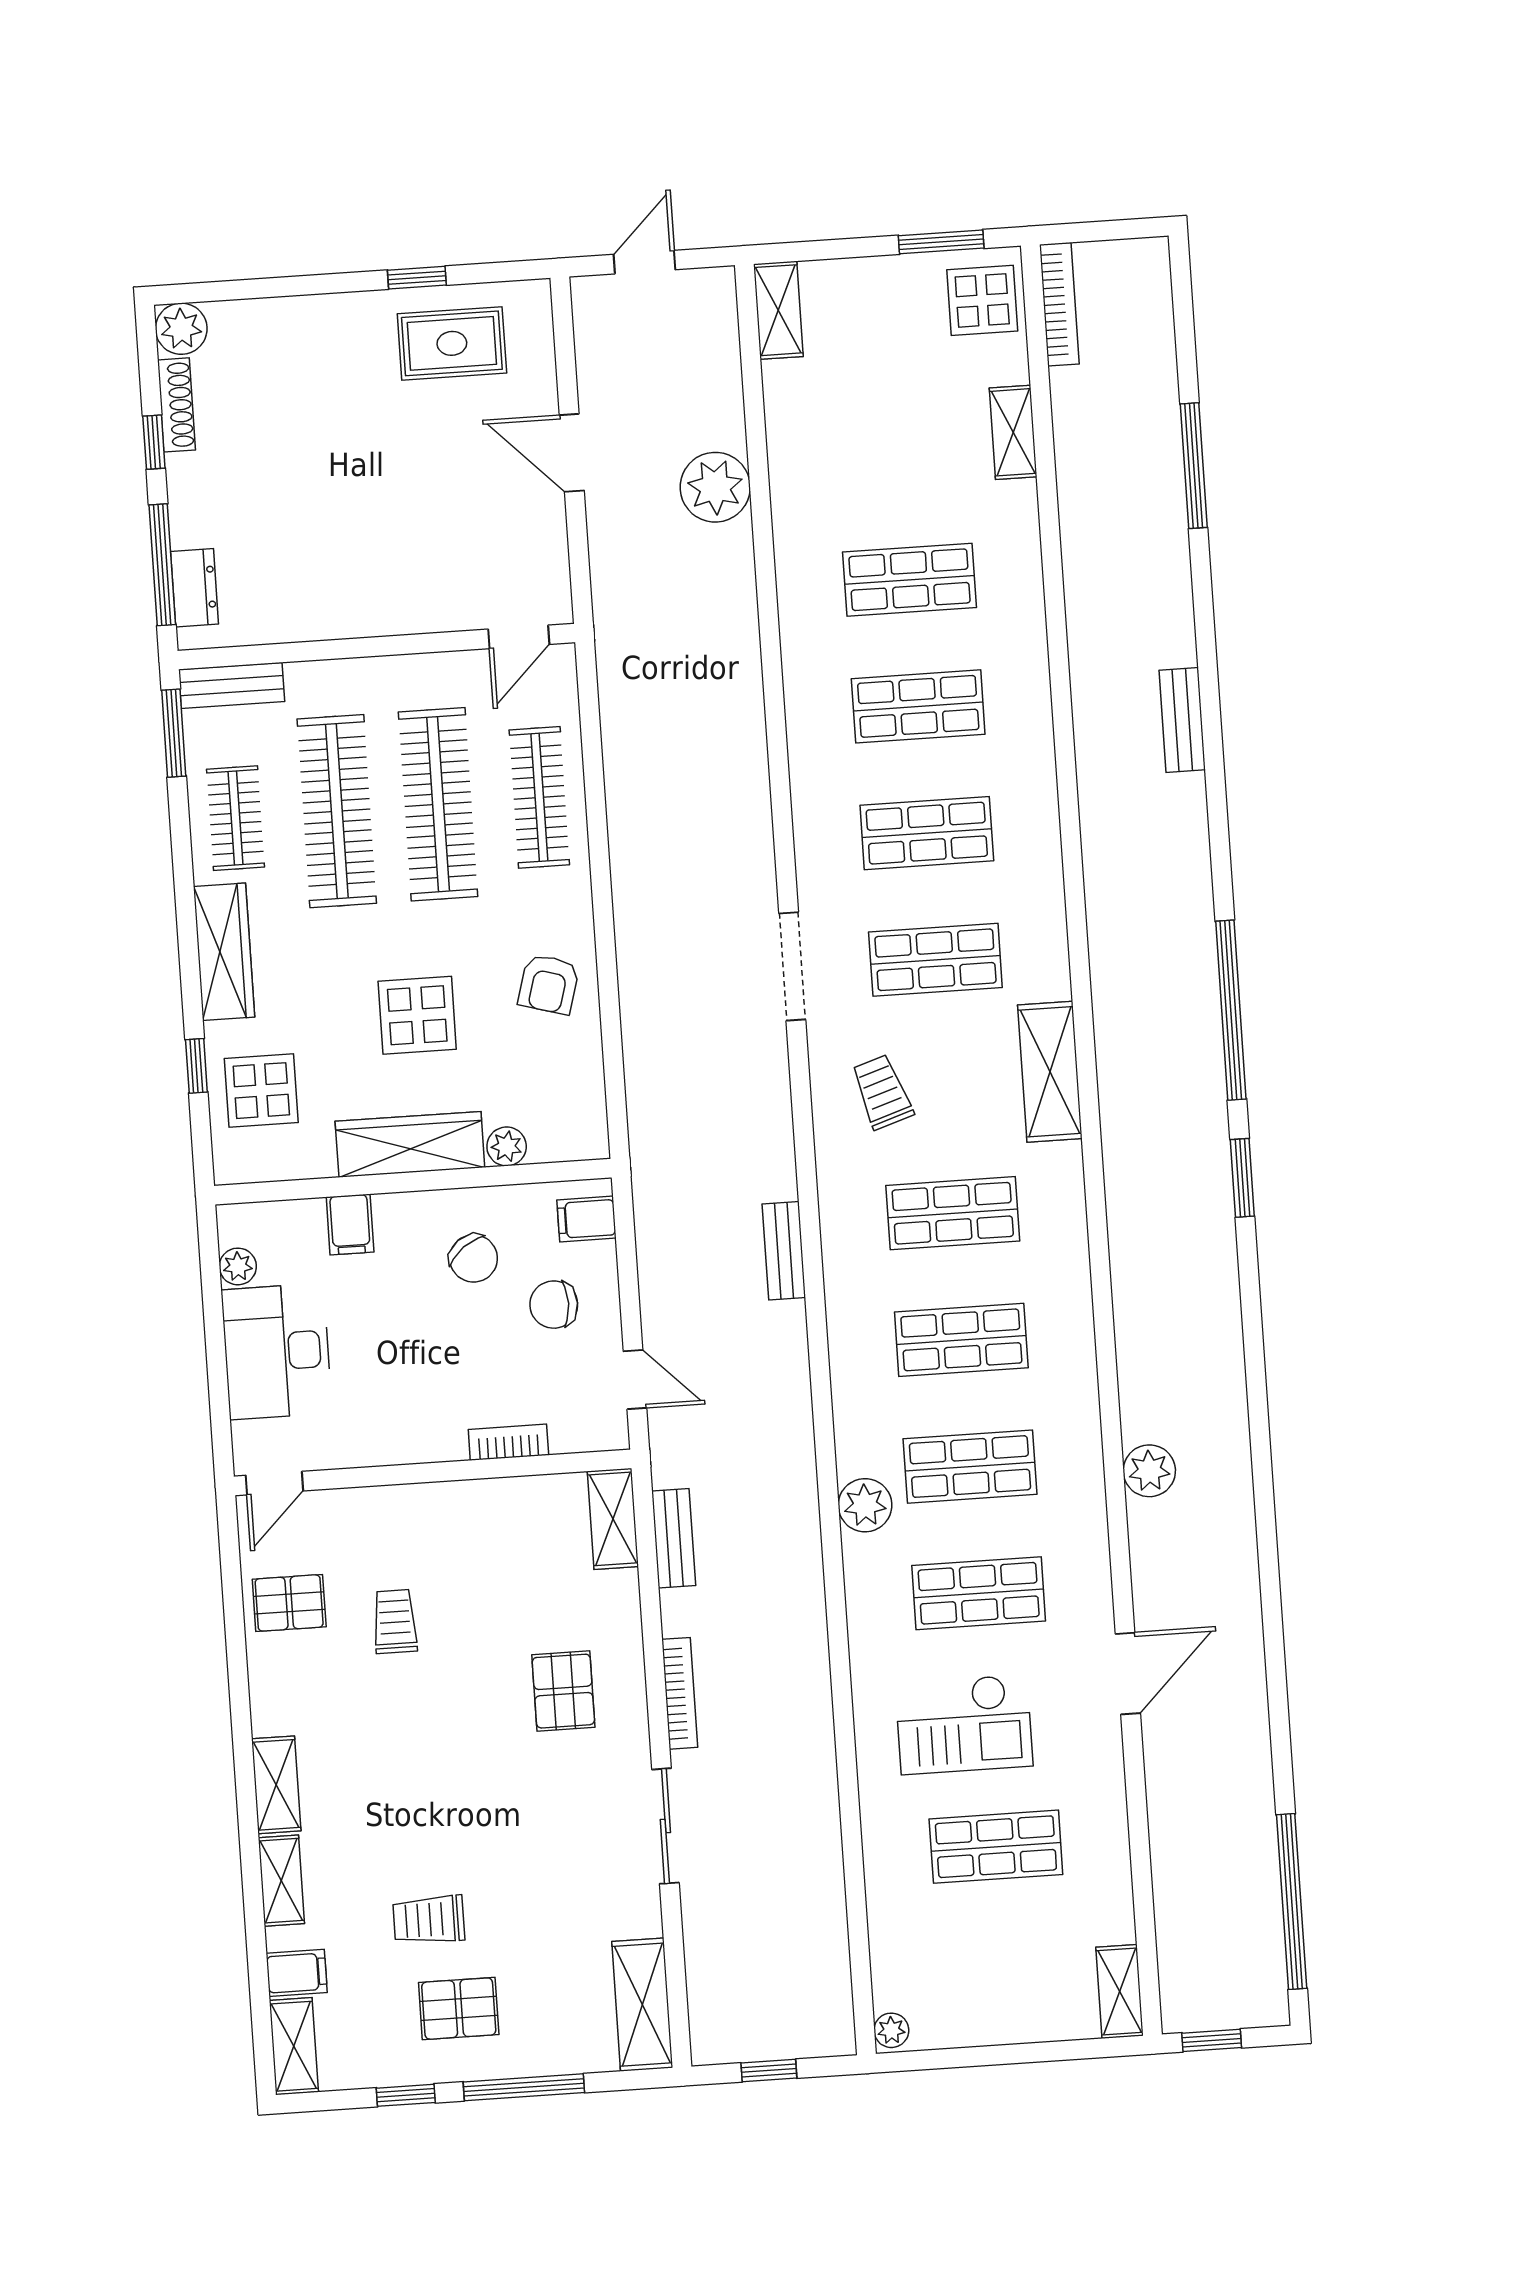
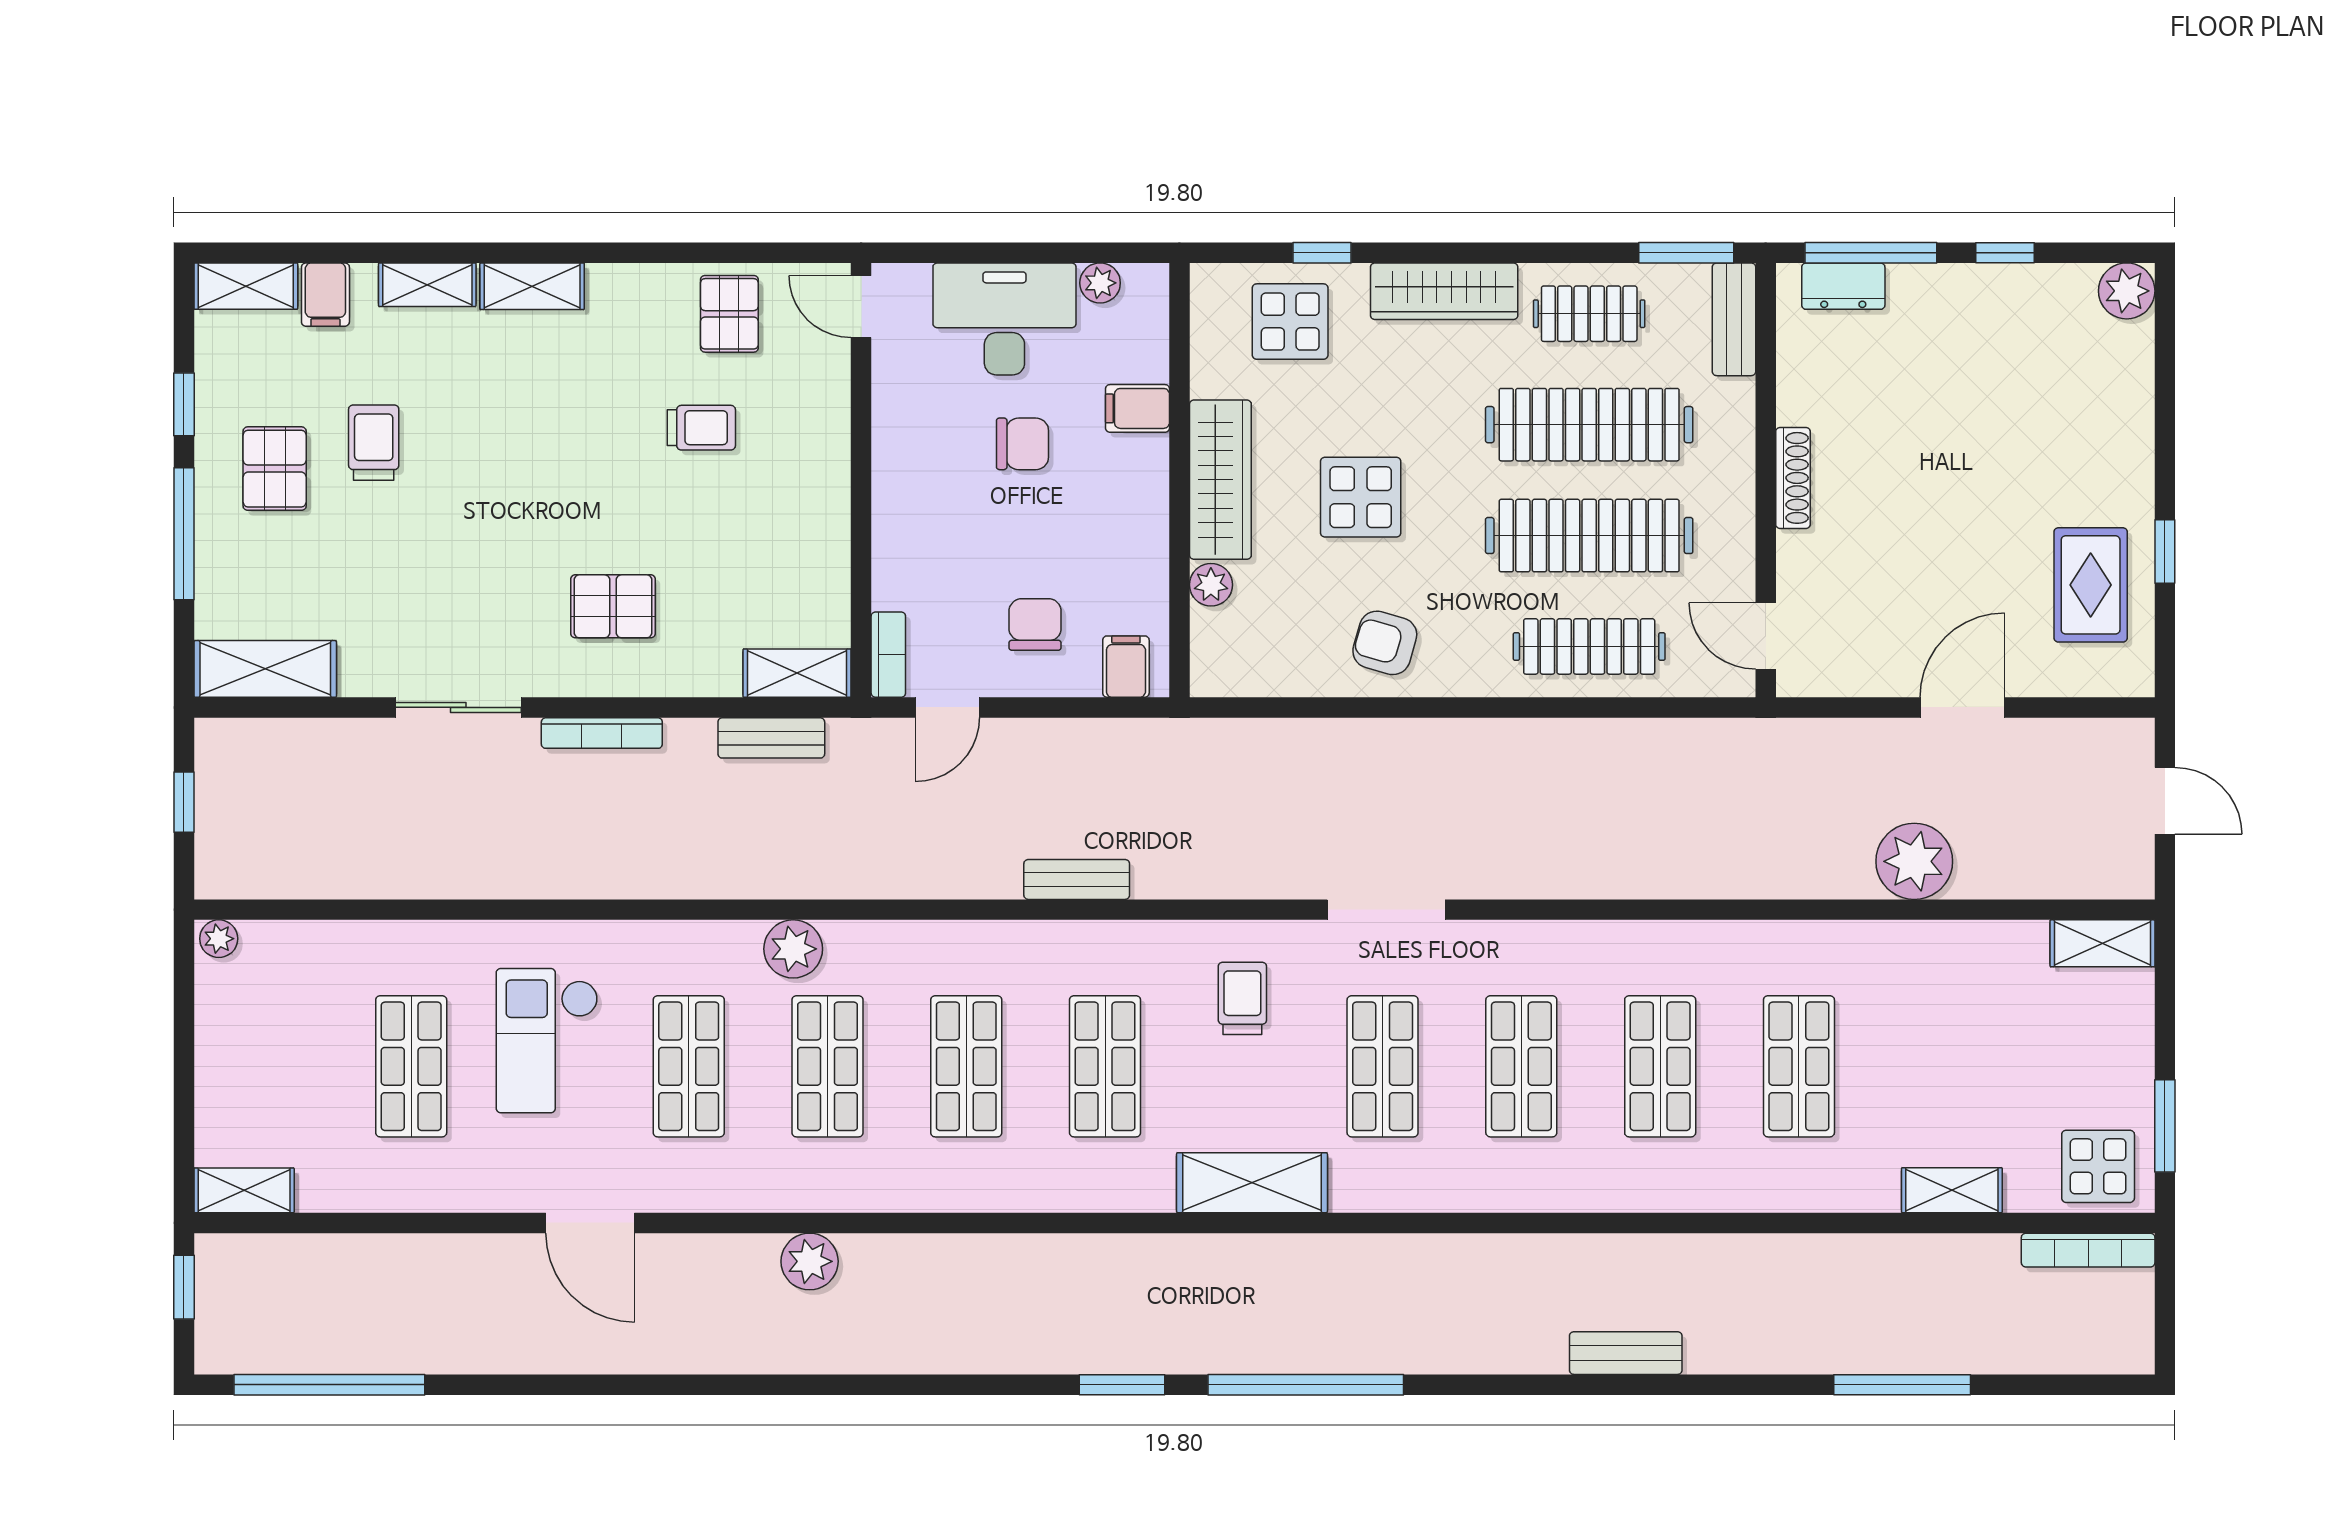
shoe rack: (176, 405) -> (1793, 478), moved, turned -90
trolley: (882, 1092) -> (1242, 998), turned -72
chair: (474, 1258) -> (1022, 444), moved, turned -143
bookcase: (508, 1442) -> (888, 655), moved

